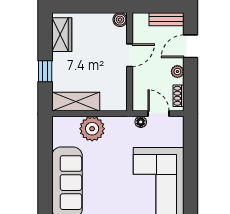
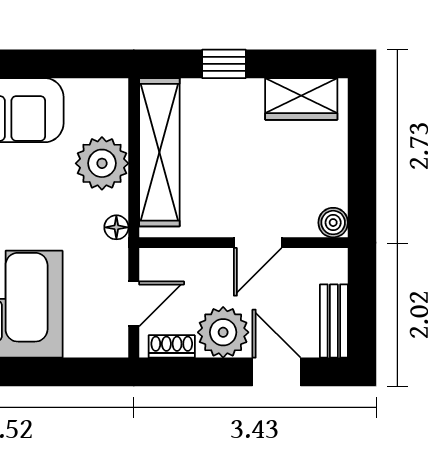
door: (130, 55) -> (258, 243), hinge flipped
plant: (177, 72) -> (223, 332), width x1.87, depth x1.87
shelving: (76, 102) -> (159, 152), width x1.47
floor lamp: (141, 122) -> (116, 227), moved

